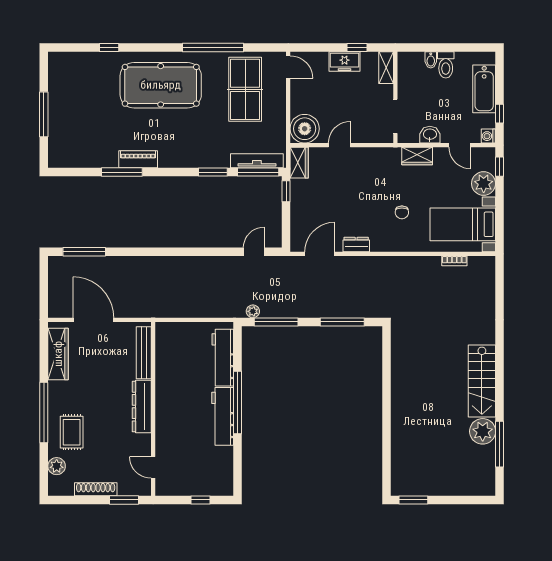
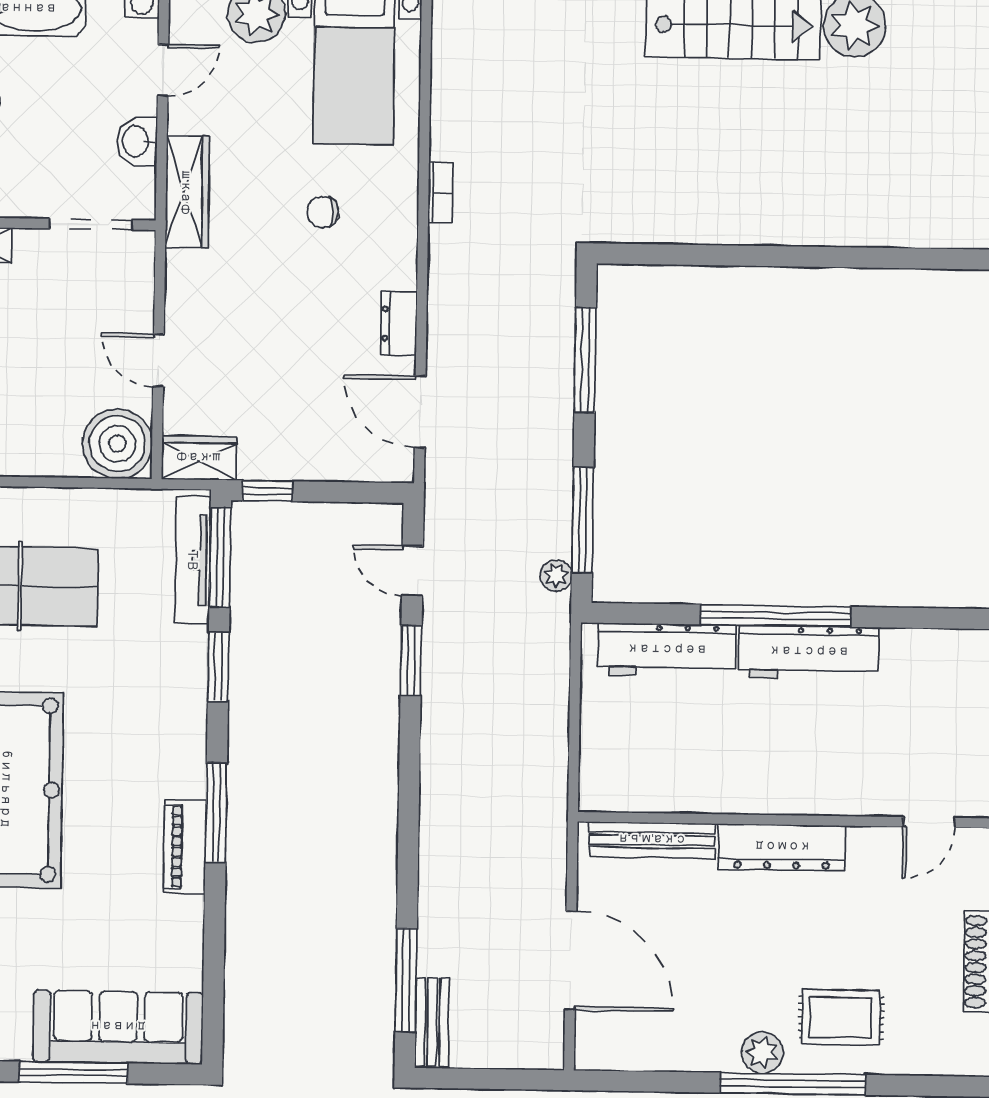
sofa: (63, 133) -> (118, 1027), added
wardrobe: (417, 156) -> (187, 192), width x1.50
window: (122, 172) -> (216, 812), moved
chair: (402, 212) -> (323, 212), turned 180
window: (217, 252) -> (411, 660), added
bookcase: (454, 261) -> (440, 192), moved
bench: (67, 263) -> (432, 1022), added
door: (93, 320) -> (571, 960), swing flipped
wardrobe: (58, 354) -> (652, 1047), removed
plant: (57, 466) -> (762, 1053), moved

